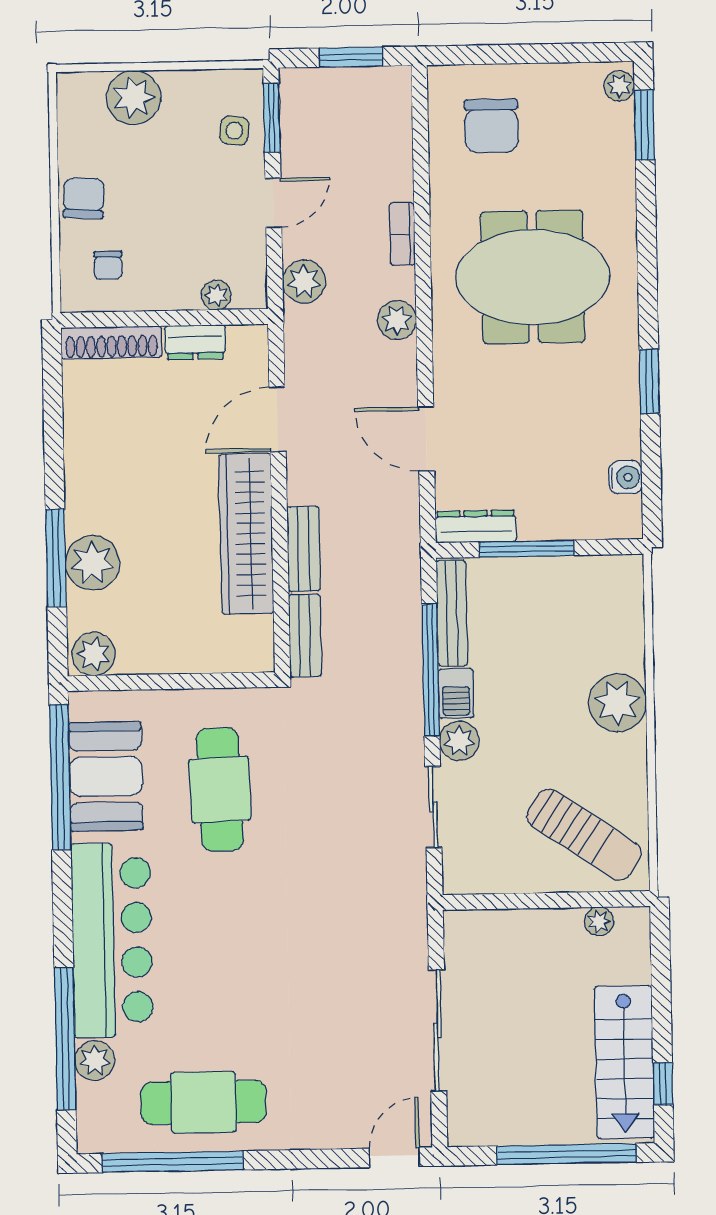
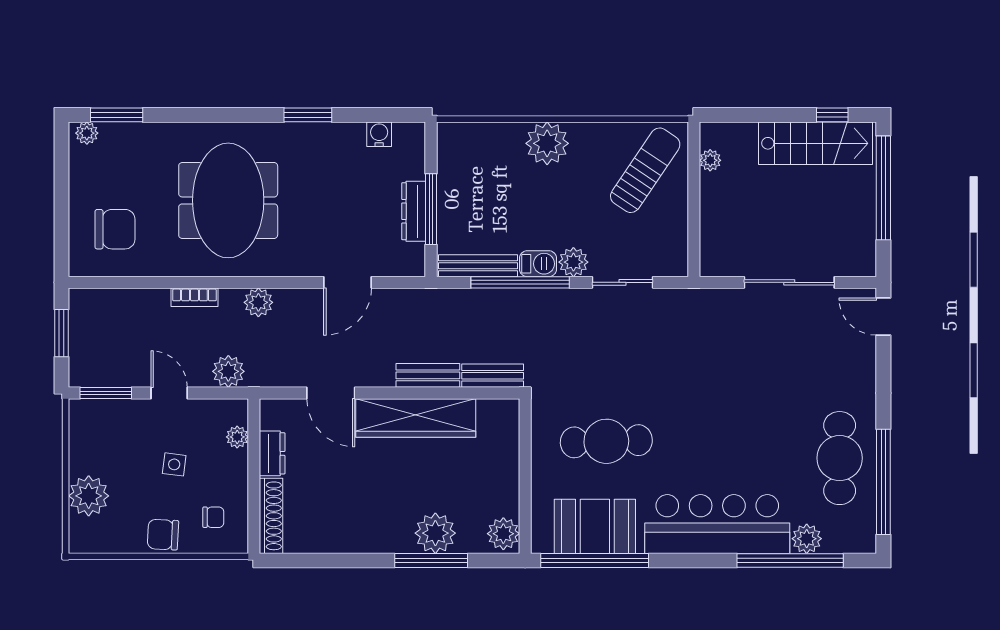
side table: (234, 131) -> (174, 464), moved
dresser: (476, 526) -> (414, 211), moved

